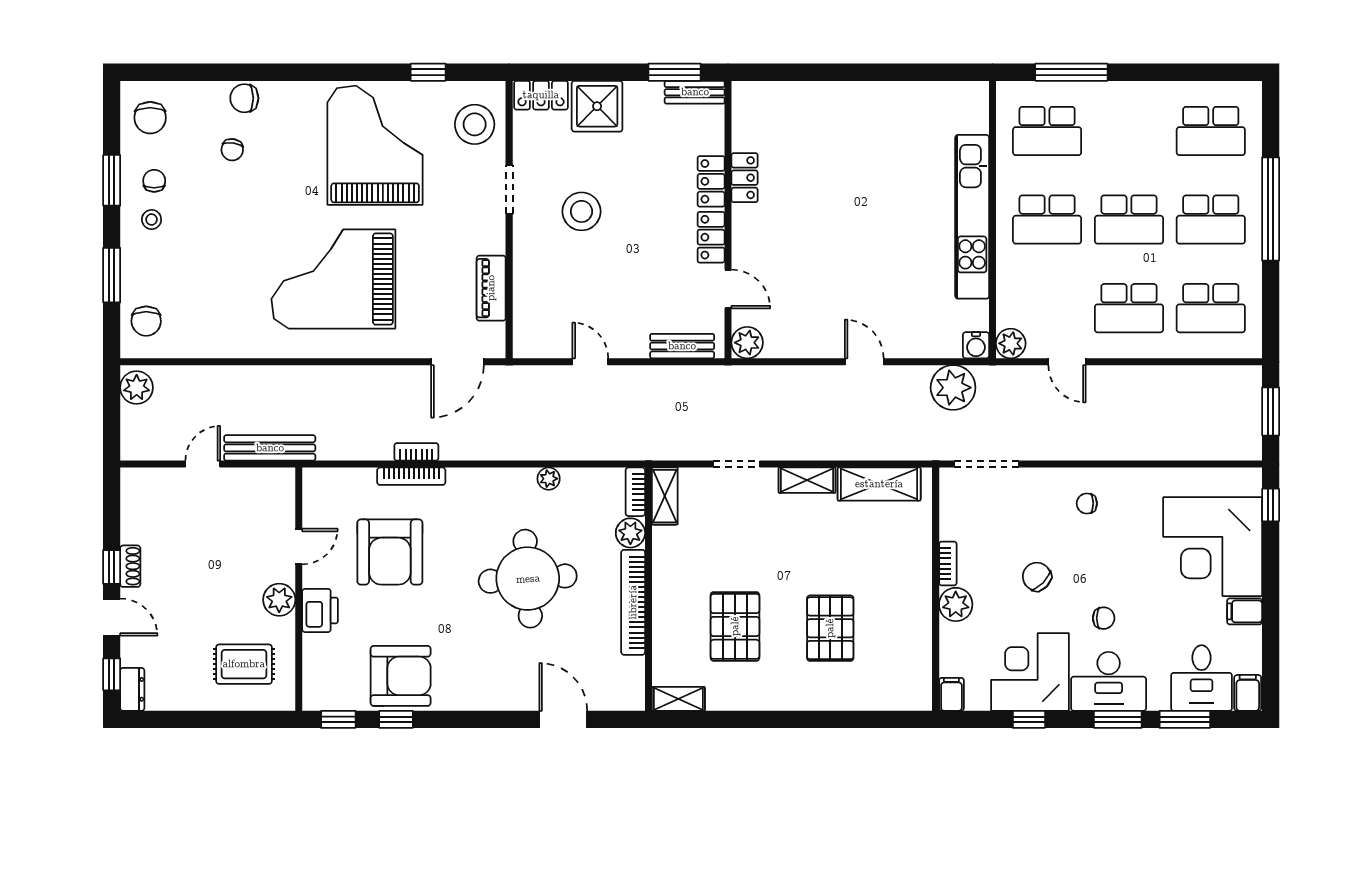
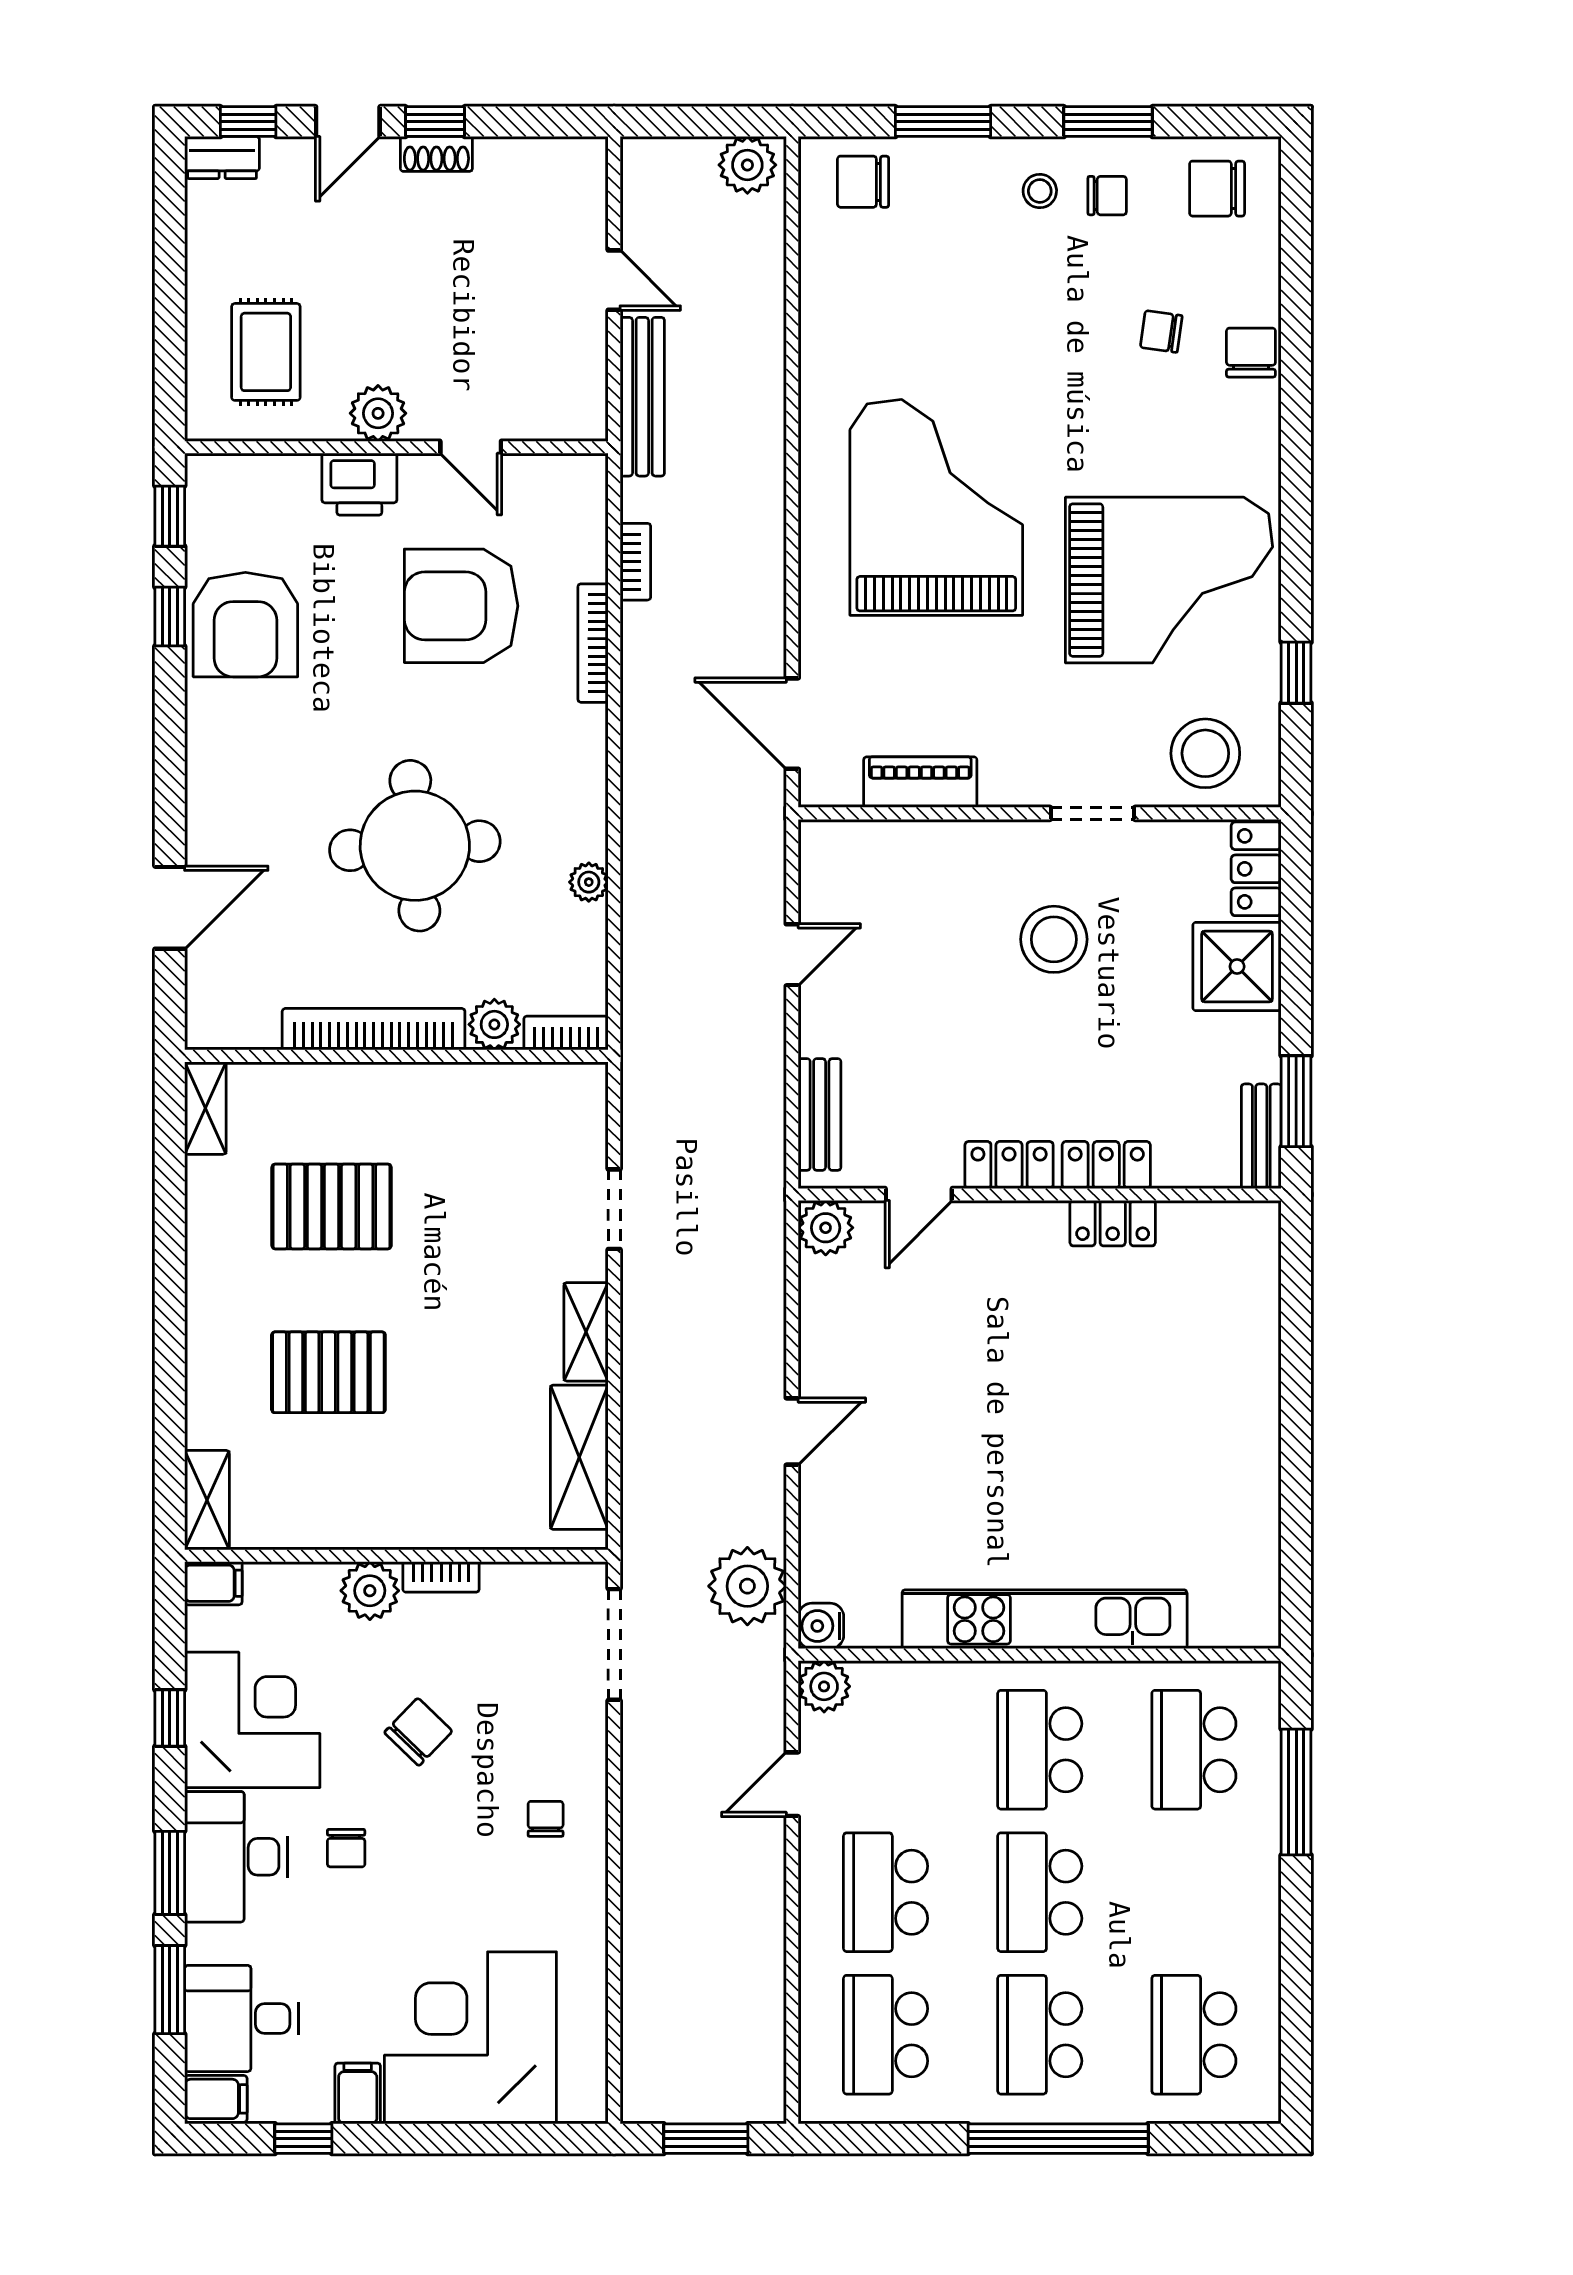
bookcase: (416, 452) -> (635, 562), moved
shelving: (665, 496) -> (207, 1500), moved, turned 90
window: (1271, 505) -> (303, 2139), moved

